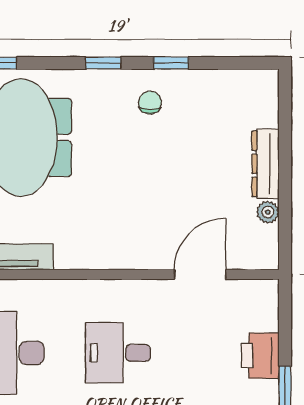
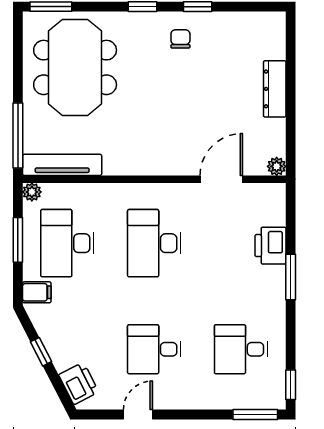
plant: (268, 212) -> (277, 166), moved
desk: (118, 353) -> (154, 243), width x1.37

